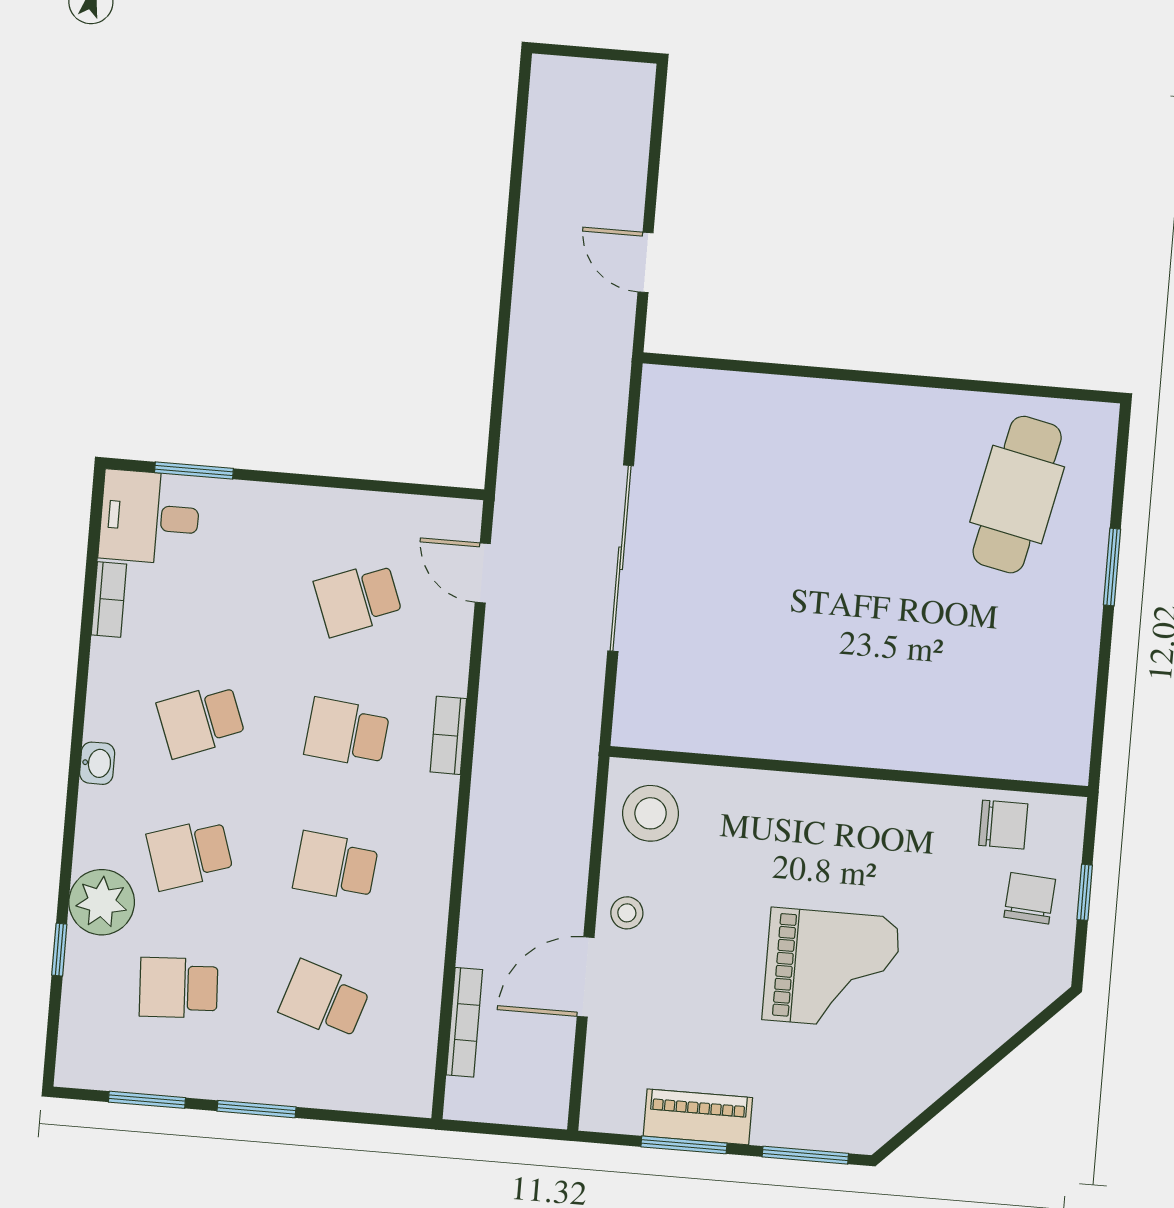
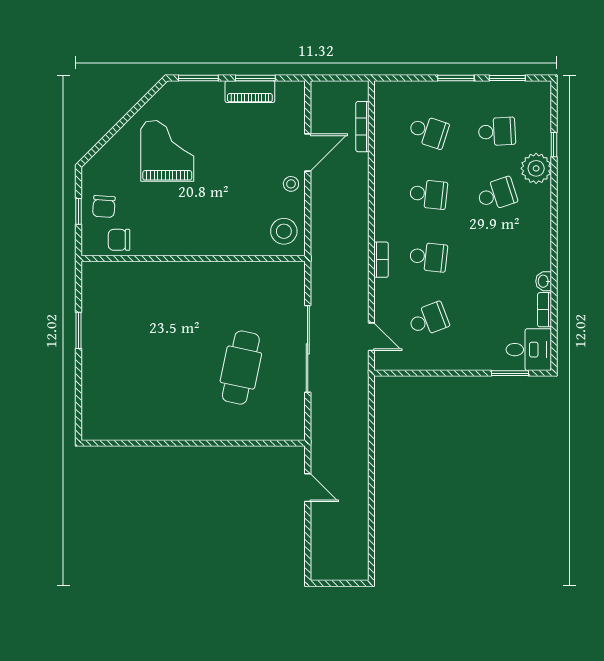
cafe table: (1017, 495) -> (241, 368), moved
window: (1112, 567) -> (78, 330), moved
school desk: (201, 720) -> (497, 257), removed
washbasin: (97, 763) -> (544, 281), moved
grand piano: (831, 969) -> (167, 151), moved, turned 90

